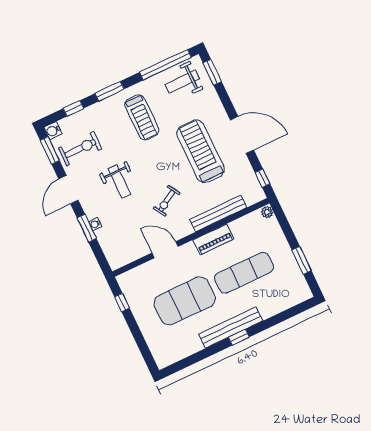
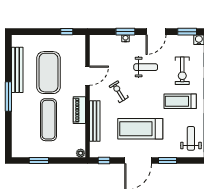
window: (212, 72) -> (167, 161), moved
exercise bike: (80, 149) -> (182, 71), moved
treadmill: (201, 151) -> (140, 129), turned 180
weight bench: (119, 181) -> (146, 67), turned 180
door: (68, 190) -> (156, 32), swing flipped
bench: (231, 327) -> (17, 70), moved
window: (239, 337) -> (8, 97), width x2.17

